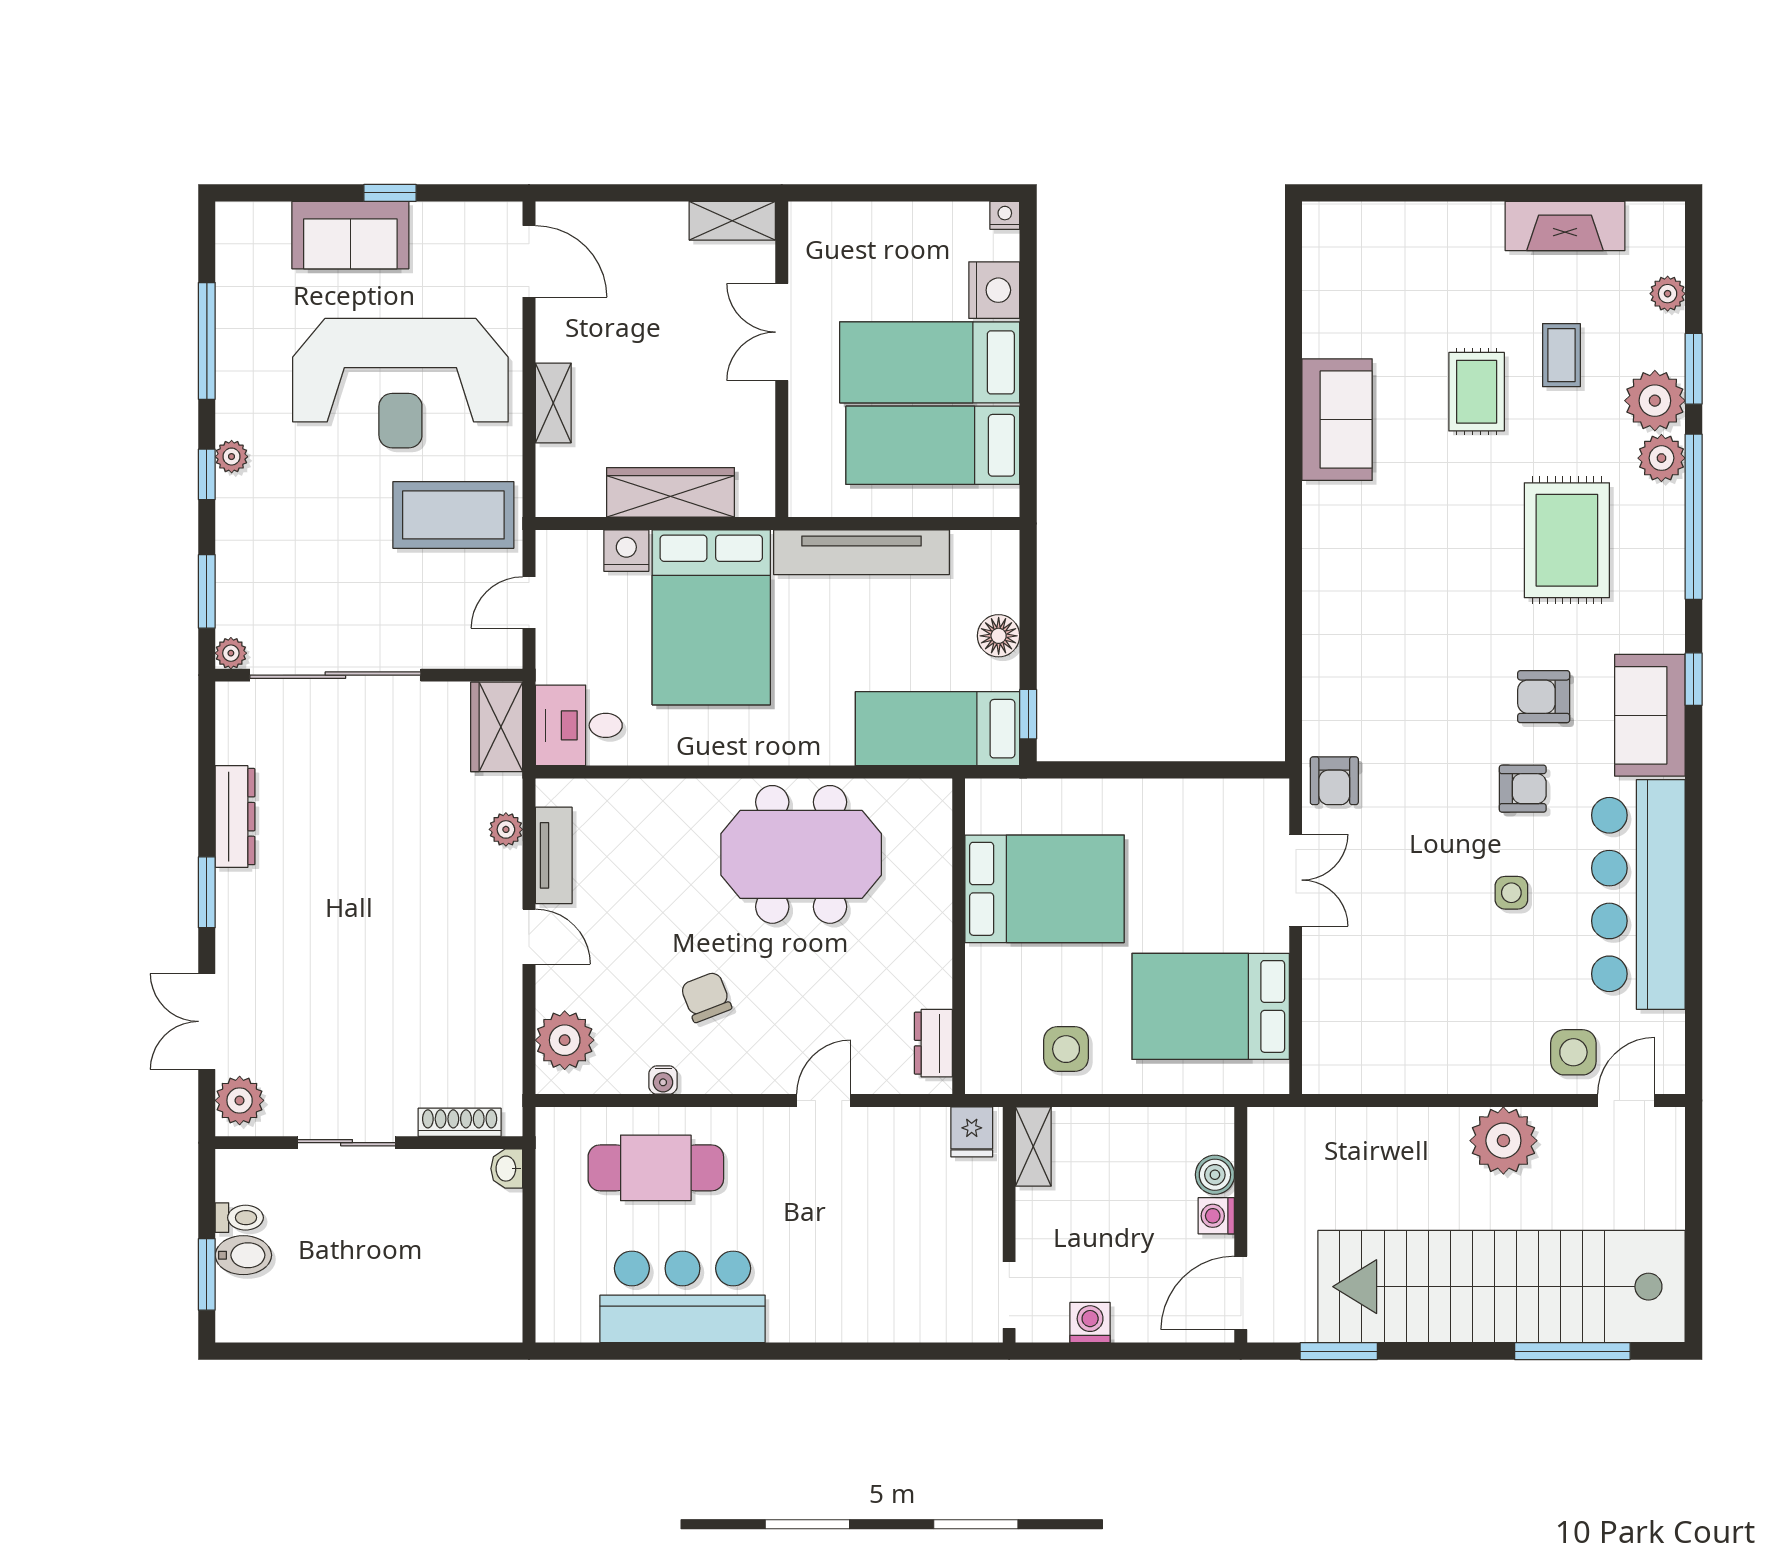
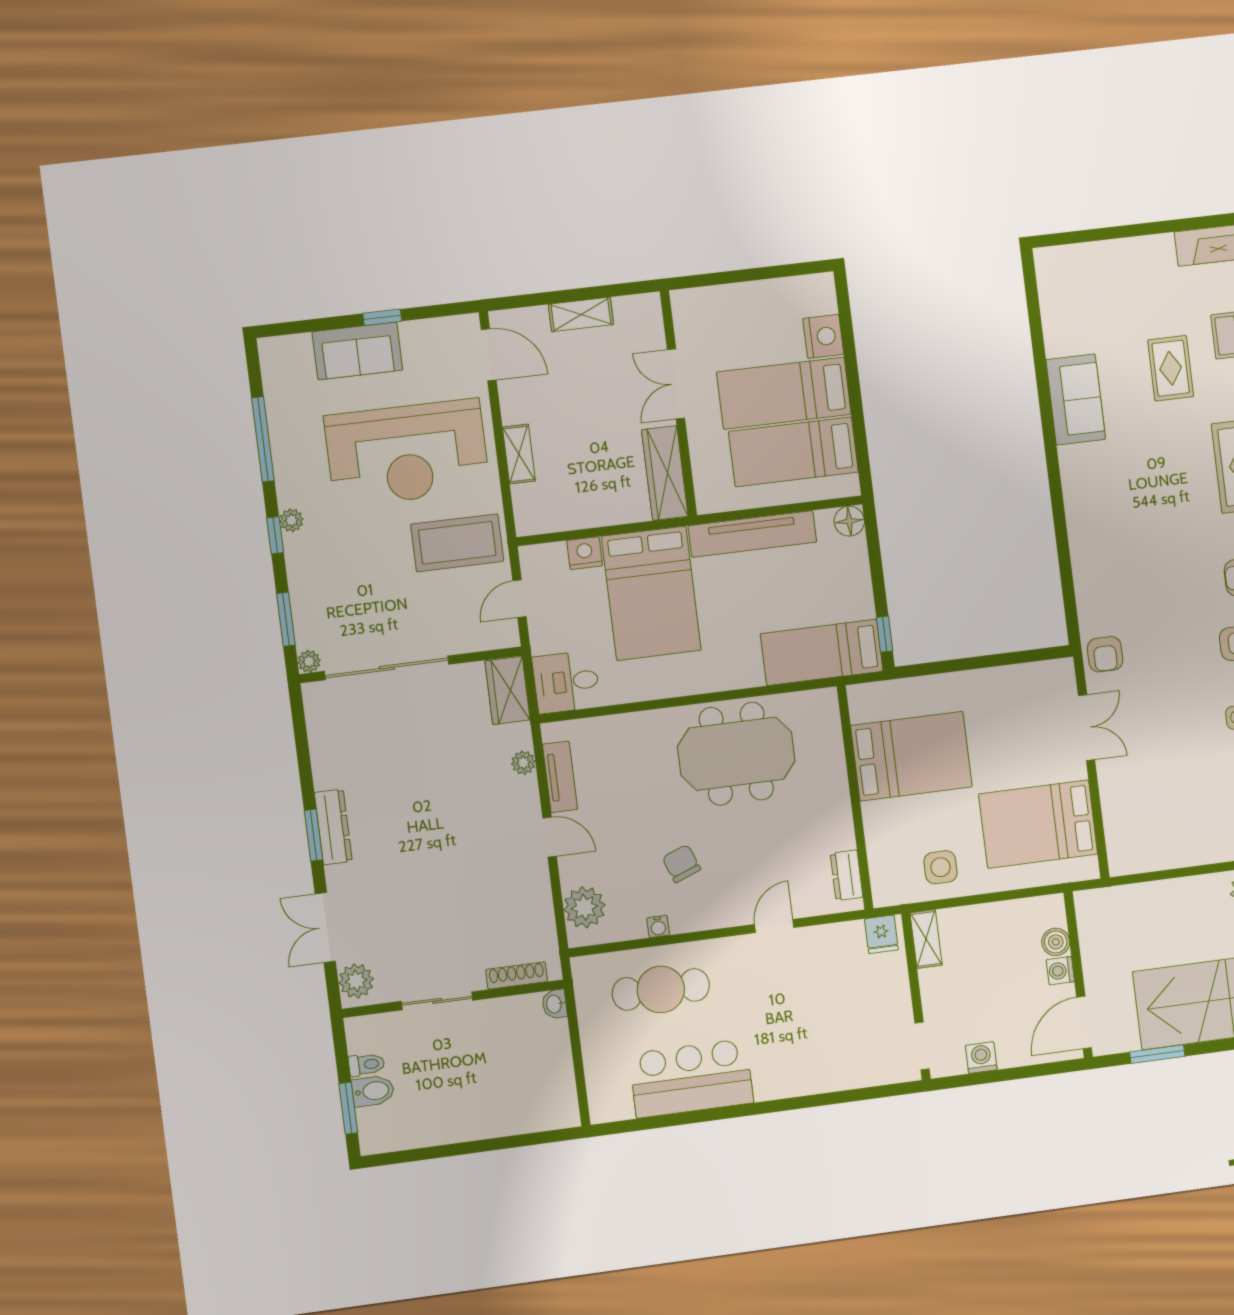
nightstand: (1005, 215) -> (824, 282), removed
shelving: (732, 221) -> (581, 314), moved
wardrobe: (671, 492) -> (665, 473), moved, turned -90
floor lamp: (999, 636) -> (849, 521), moved
dresser: (235, 817) -> (333, 827), moved

